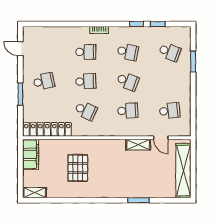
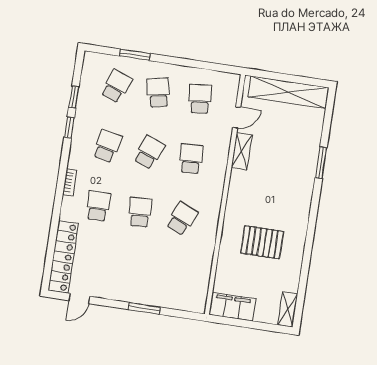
school desk: (44, 81) -> (158, 93), moved
locker: (47, 129) -> (63, 257), moved, turned 180

